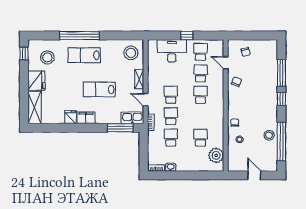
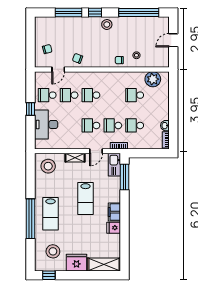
stool: (269, 135) -> (107, 24), moved

